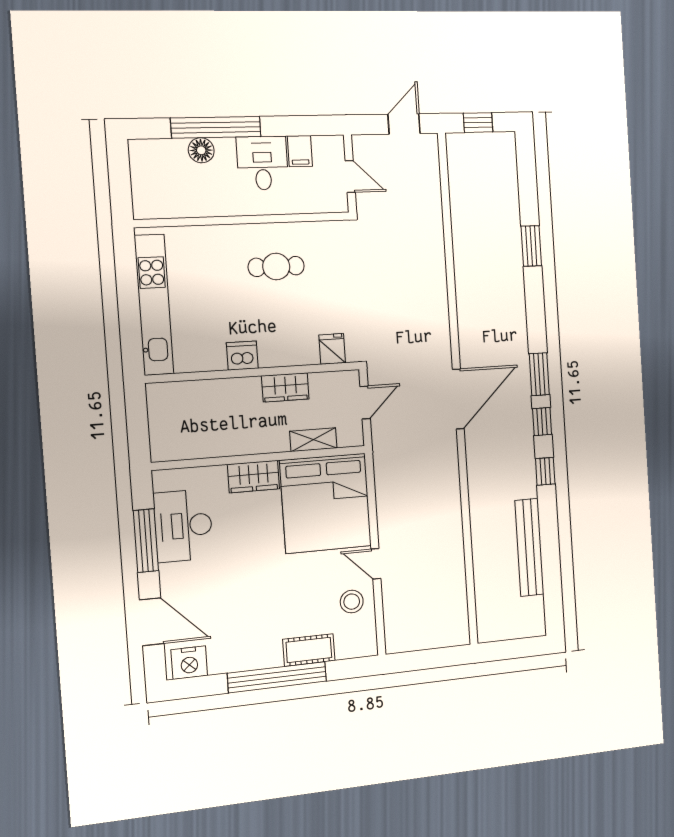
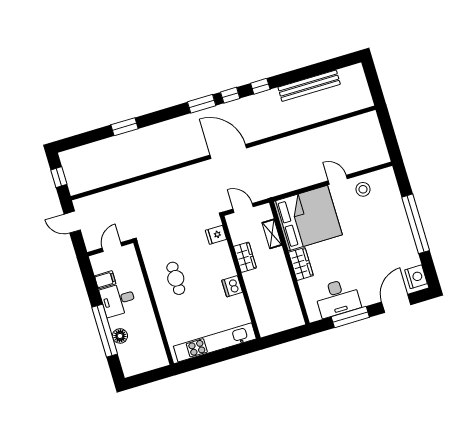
door: (376, 564) -> (338, 180), swing flipped
cot: (309, 650) -> (396, 209), removed

